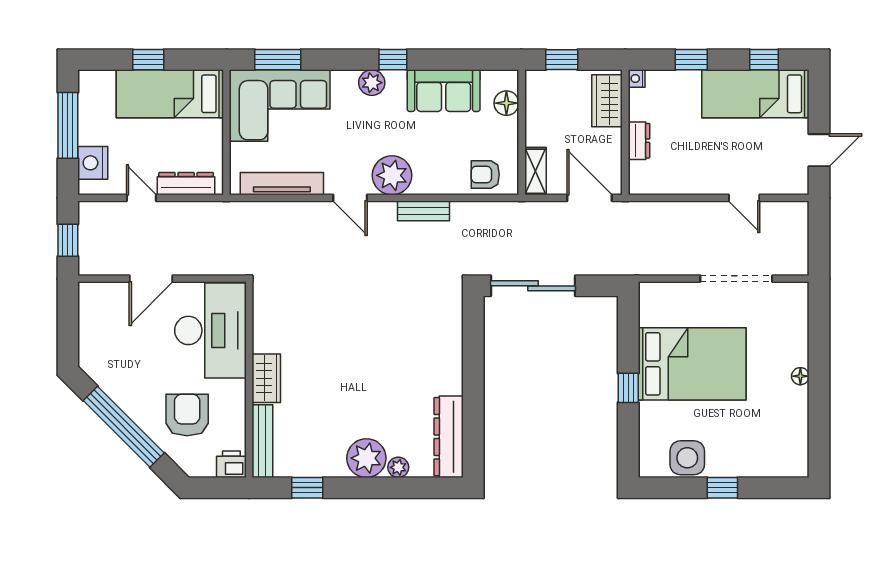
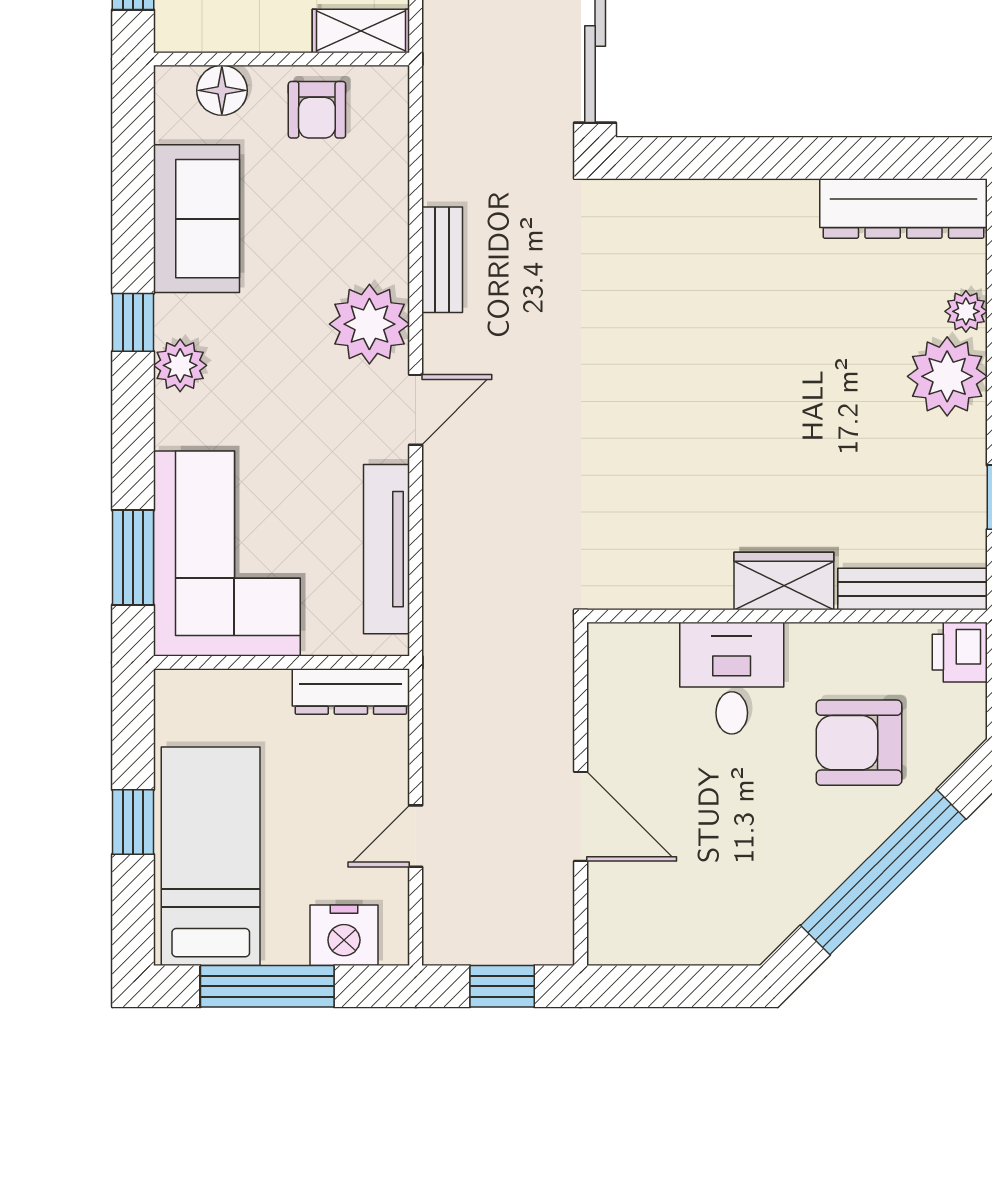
bed: (170, 94) -> (211, 856), moved, turned 180
armchair: (485, 175) -> (317, 110), moved
dresser: (186, 184) -> (351, 692), moved, turned -90
desk: (210, 330) -> (732, 678), width x0.53, depth x0.77

